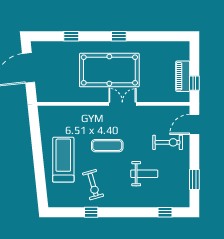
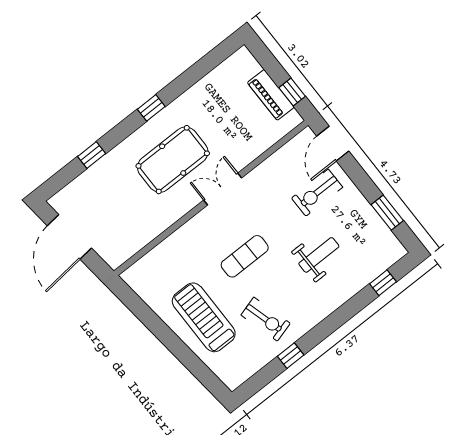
pool table: (109, 70) -> (173, 160), width x0.73, depth x0.76
exercise bike: (168, 142) -> (317, 193), turned 180

